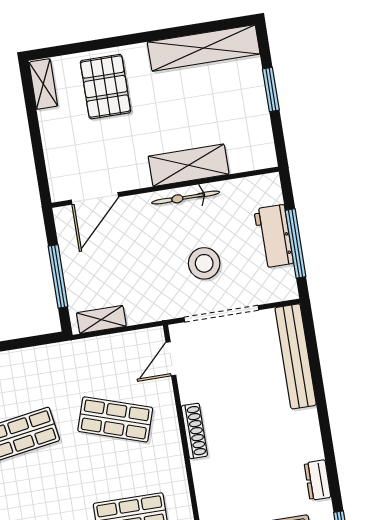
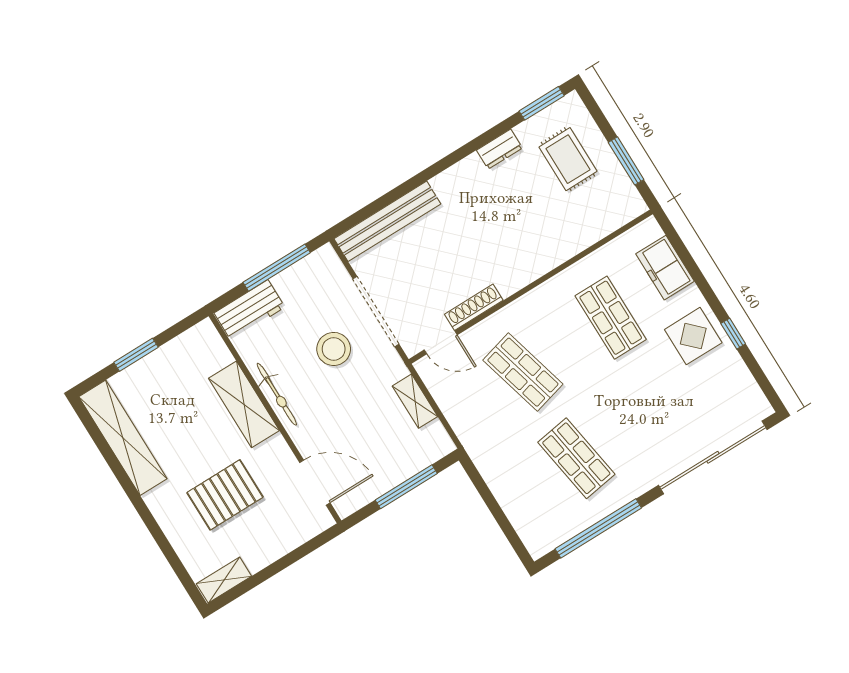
pallet: (105, 87) -> (225, 495), moved
workbench: (274, 236) -> (250, 310), moved
shelving: (101, 320) -> (415, 401), moved
shop shelf: (115, 419) -> (523, 372), turned -33
shoe rack: (194, 431) -> (474, 307), moved

